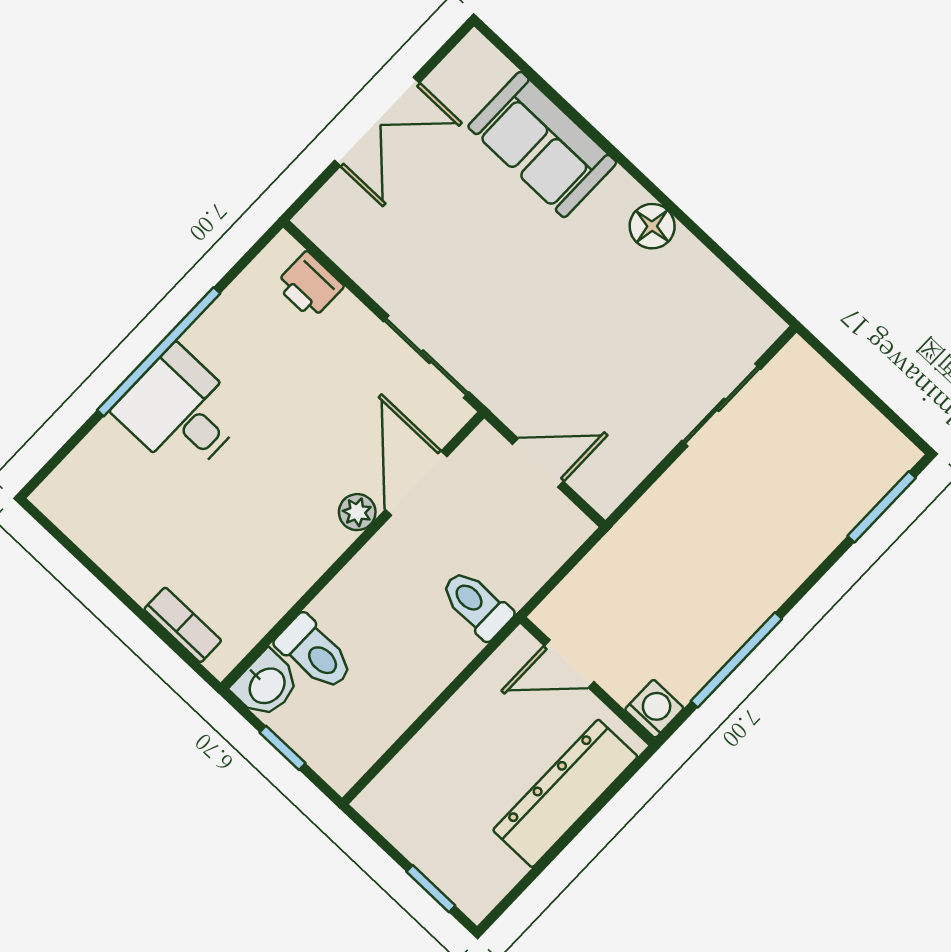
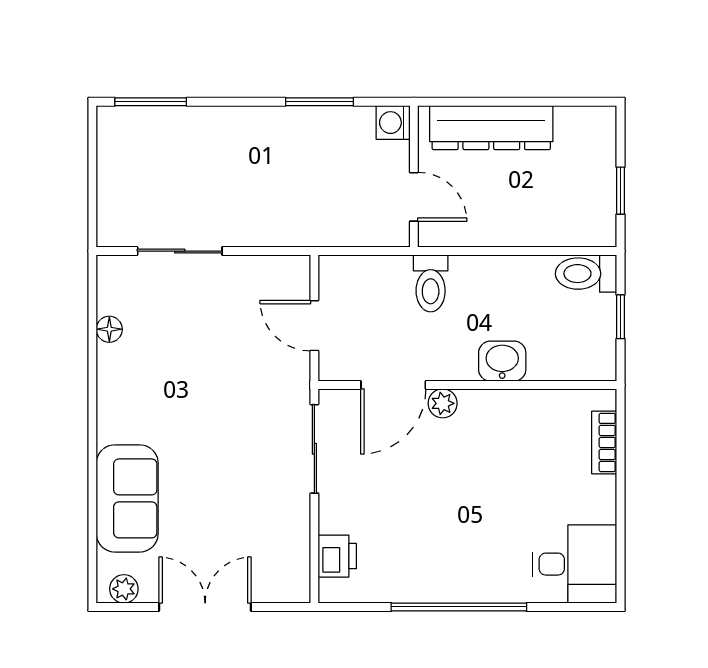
plant: (463, 64) -> (124, 589), added
floor lamp: (652, 226) -> (109, 329), moved, width x0.73, depth x0.73
desk: (181, 412) -> (575, 564), moved, turned -90
toilet: (315, 653) -> (586, 274), moved, turned -90
window: (736, 660) -> (320, 102), width x0.69
washbasin: (266, 685) -> (502, 361), moved
window: (431, 889) -> (621, 191), moved

